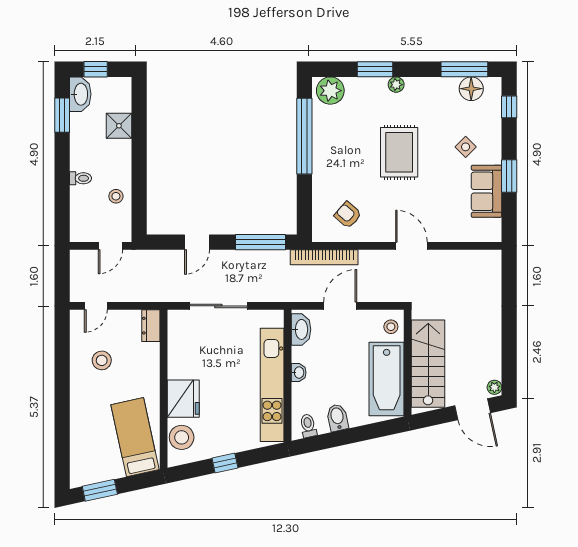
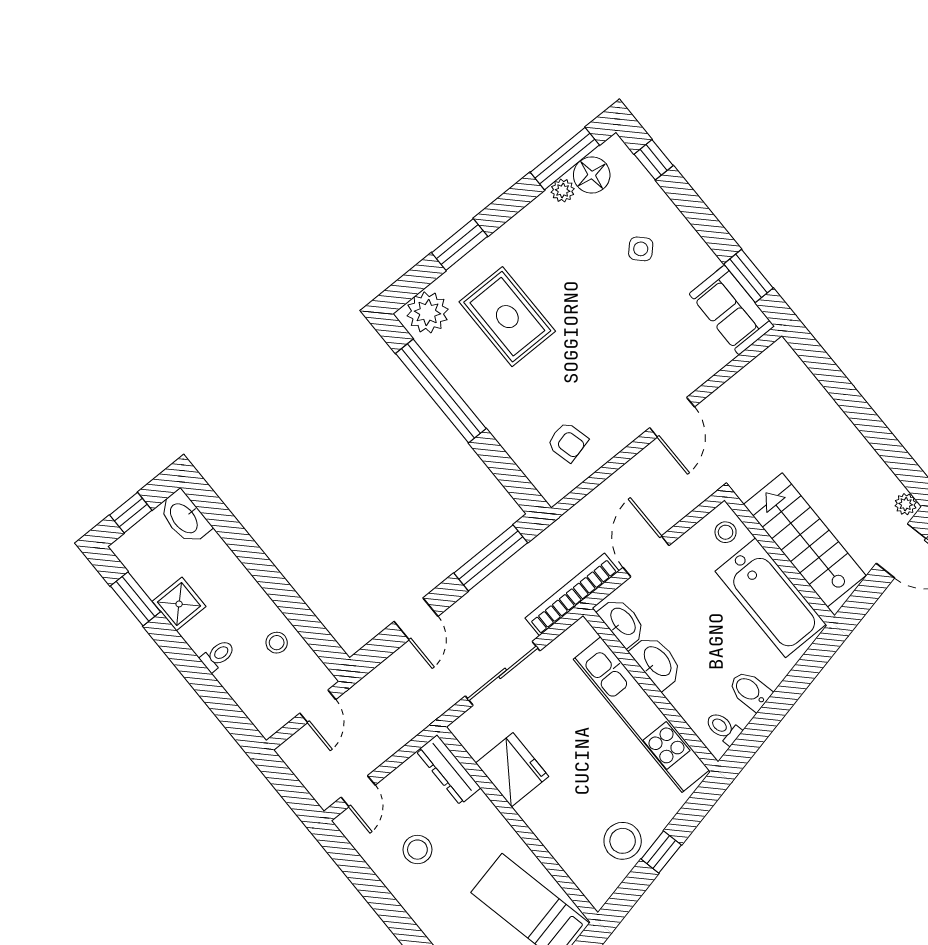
plant: (396, 85) -> (563, 190), moved
washbasin: (80, 94) -> (185, 518), moved, turned 180
shower: (119, 126) -> (179, 604), moved
rug: (399, 152) -> (507, 317), moved
window: (509, 176) -> (748, 276), moved
sofa: (487, 191) -> (732, 310), moved
armchair: (348, 215) -> (568, 442), turned -145
door: (411, 246) -> (672, 417), swing flipped
bookcase: (324, 257) -> (572, 594), moved, turned 180
dresser: (151, 326) -> (449, 770), width x1.44
washbasin: (299, 373) -> (657, 662), width x1.91, depth x1.45
fridge: (183, 399) -> (512, 770), moved
stool: (182, 437) -> (623, 841), moved

